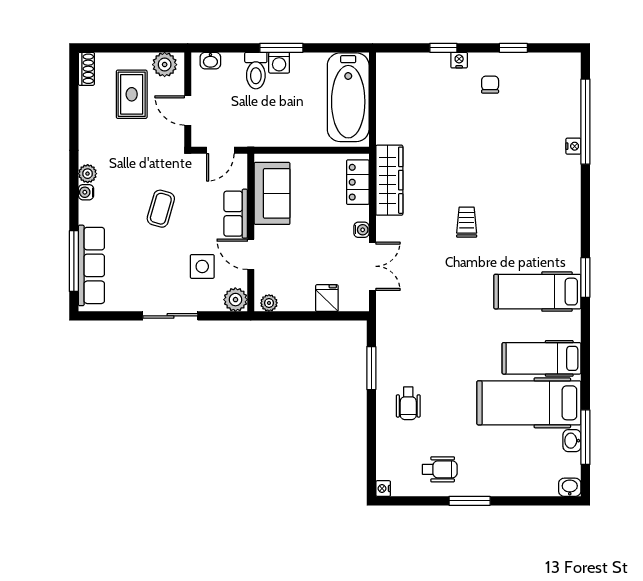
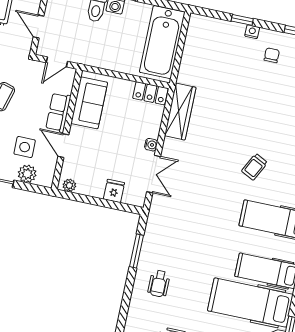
locker: (358, 182) -> (150, 93), moved, turned -90
trolley: (467, 222) -> (255, 167), moved, turned -153
plant: (235, 300) -> (27, 174), moved

